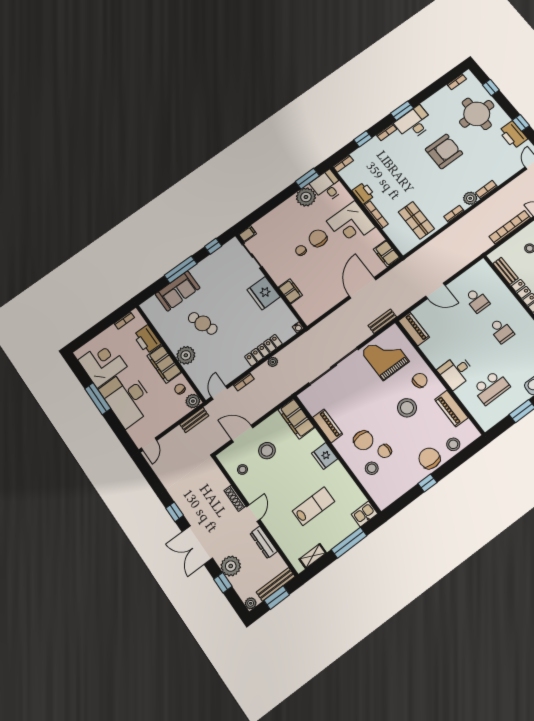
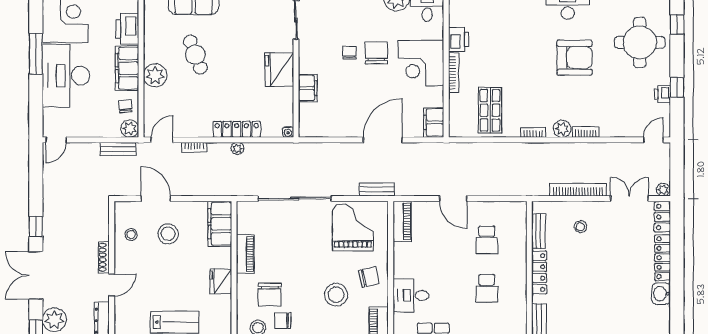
printer: (513, 135) -> (663, 94), width x0.53, depth x0.68

